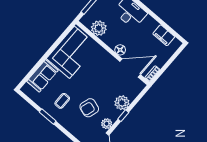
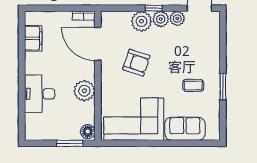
plant: (99, 28) -> (84, 91), moved
floor lamp: (120, 50) -> (88, 131), moved
armchair: (89, 108) -> (136, 63), moved
plant: (114, 114) -> (161, 19), added

